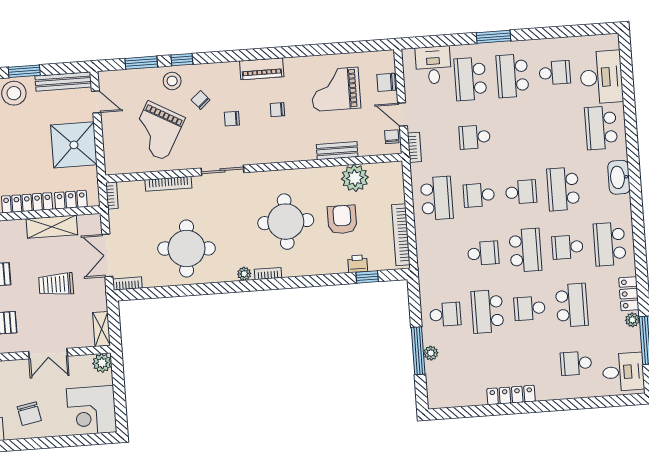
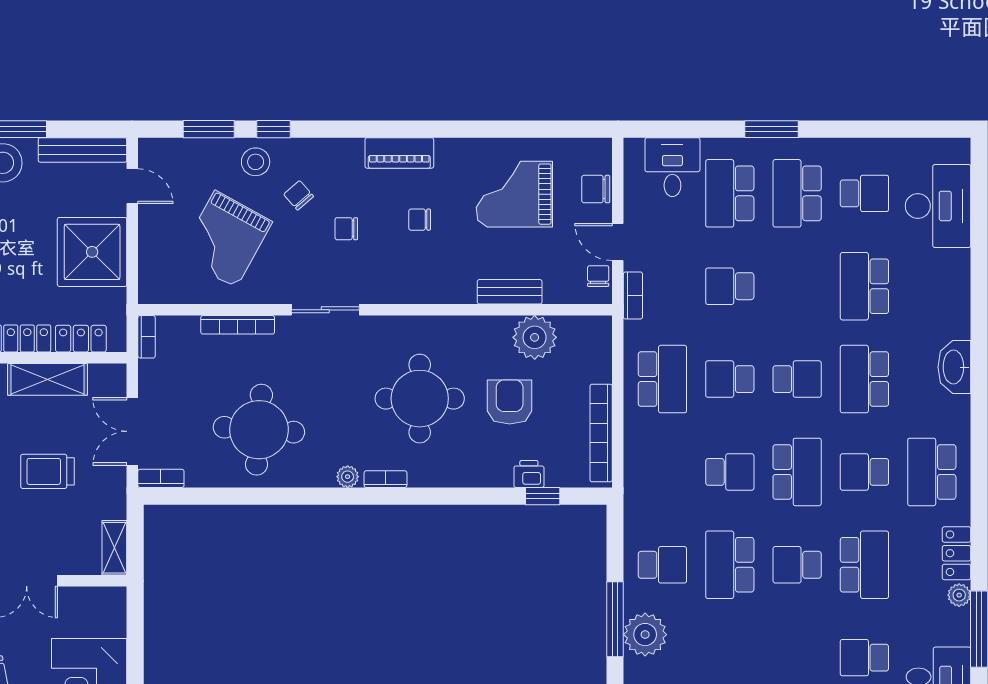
school desk: (601, 128) -> (864, 286), moved
plant: (431, 353) -> (645, 635), width x1.87, depth x1.87
plant: (102, 363) -> (111, 602), removed

